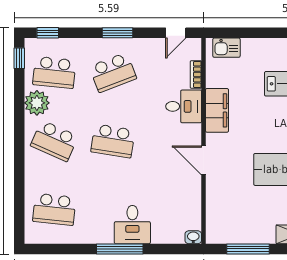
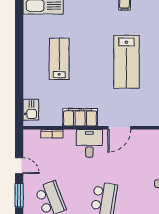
door: (176, 33) -> (19, 166), moved
desk: (184, 106) -> (89, 143), moved

